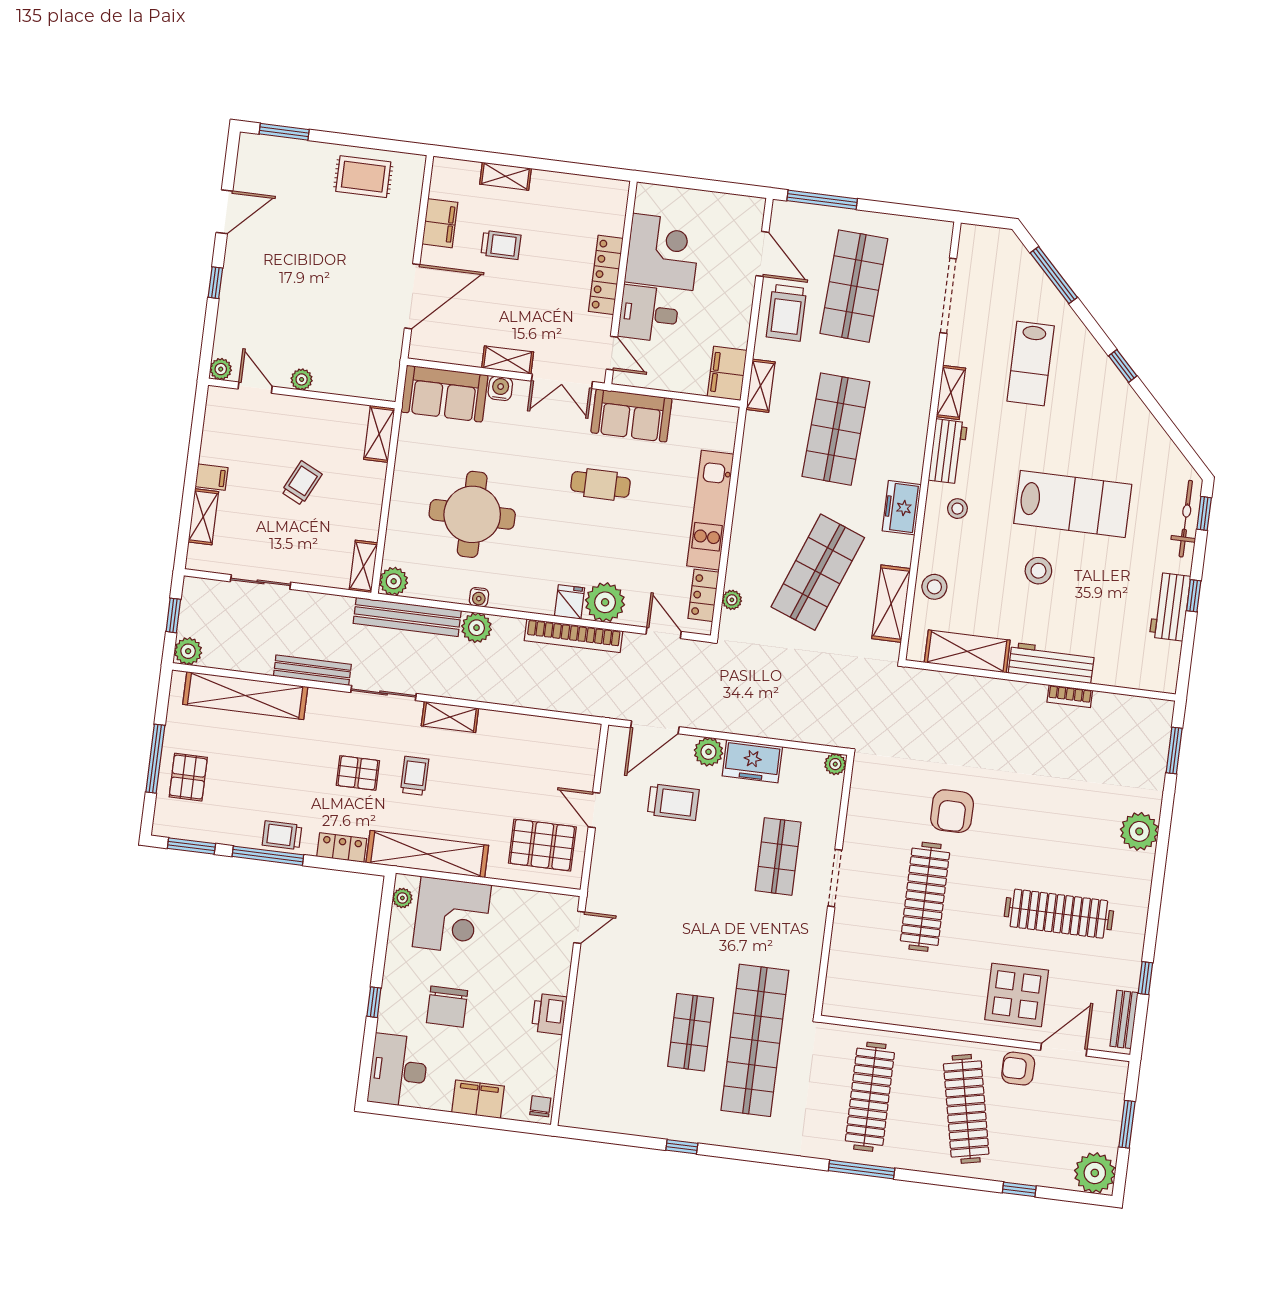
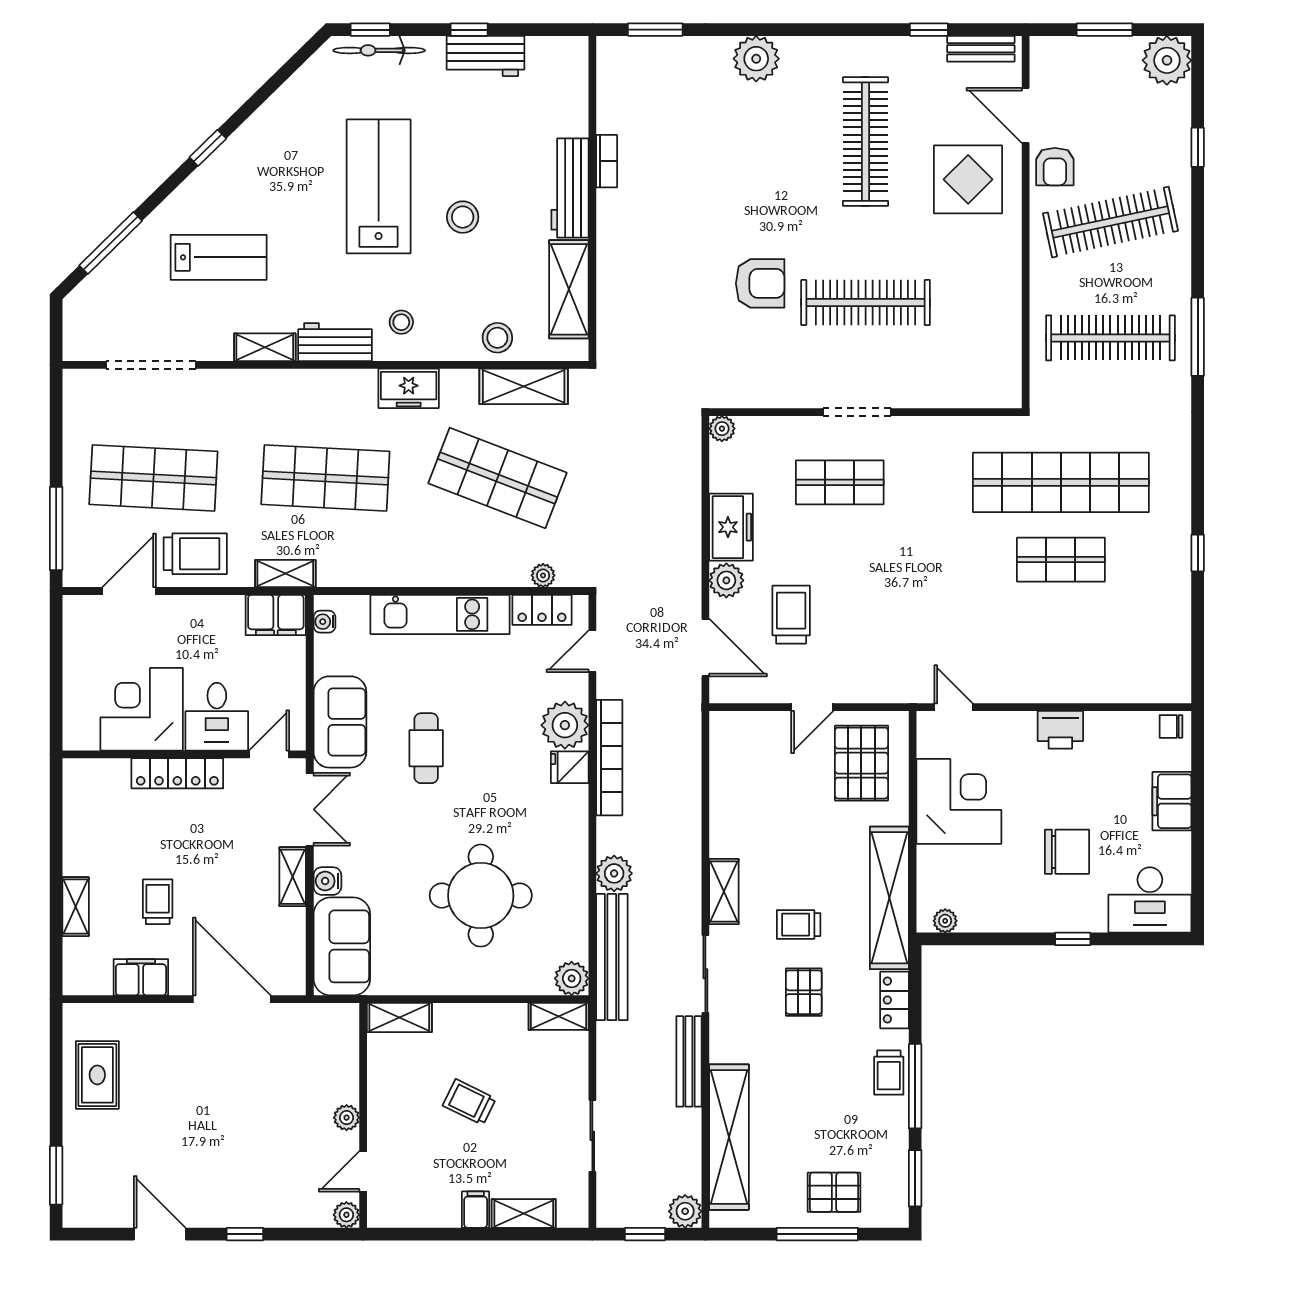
water cooler: (479, 597) -> (324, 622), moved, turned 180
corner desk: (452, 916) -> (959, 801), moved

